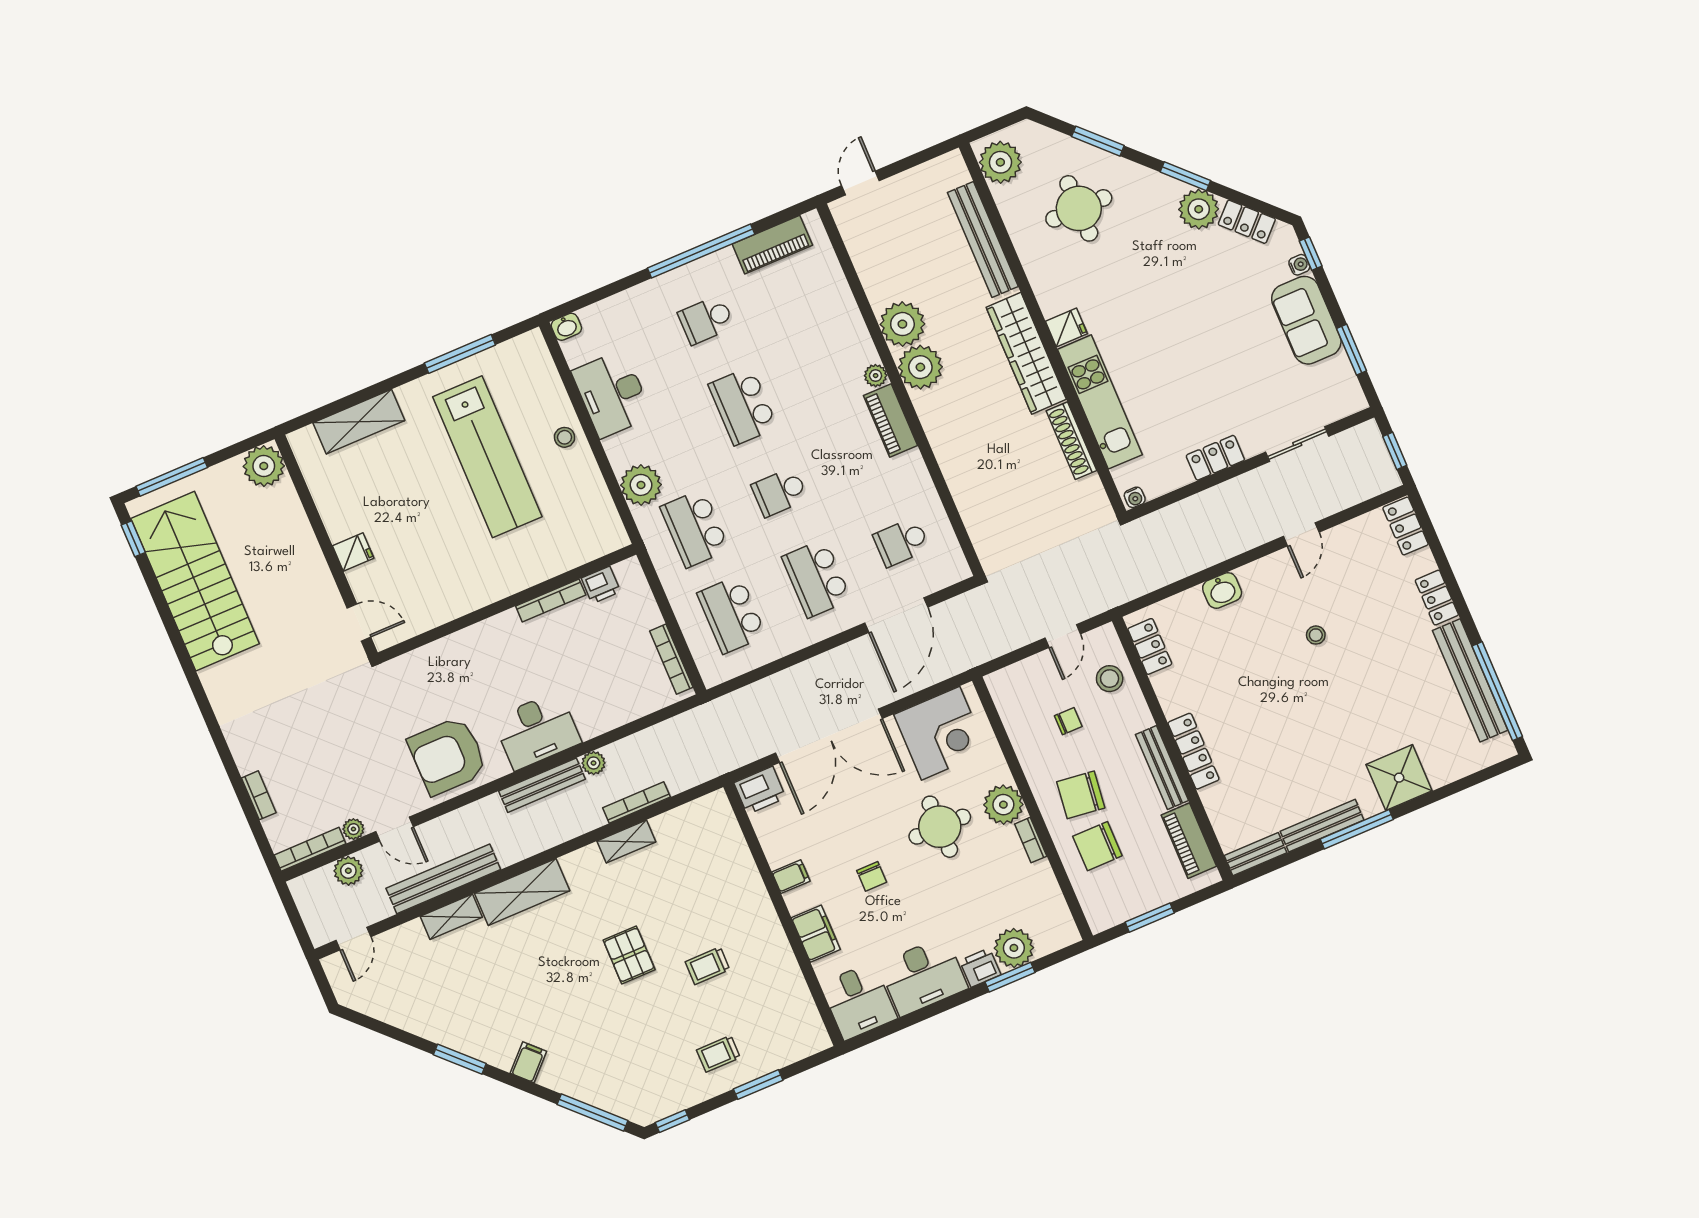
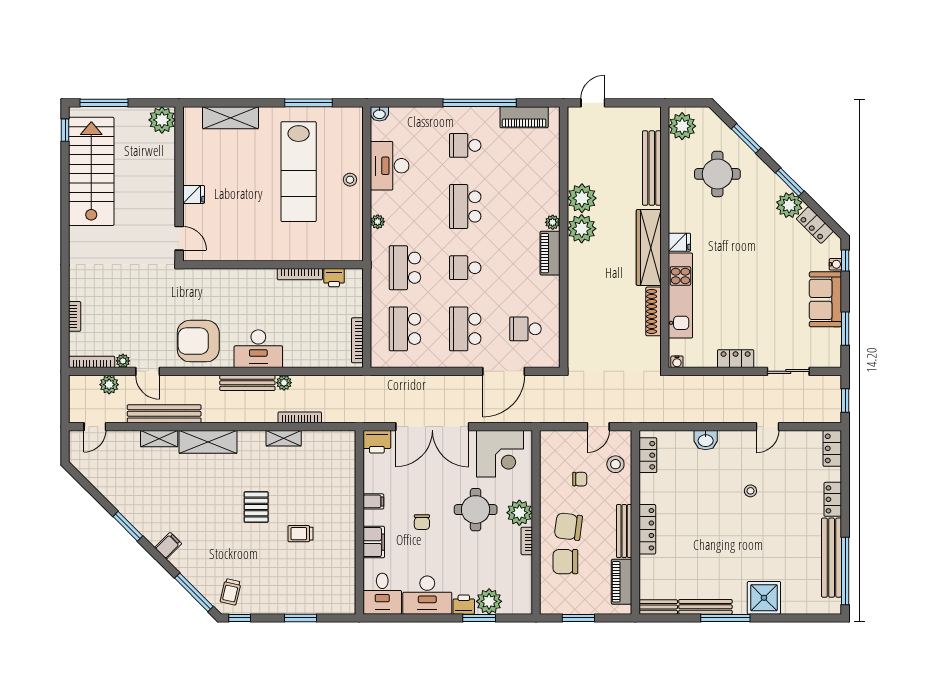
plant: (641, 485) -> (378, 222), width x0.53, depth x0.53
trolley: (718, 1054) -> (231, 592), moved, turned -77

